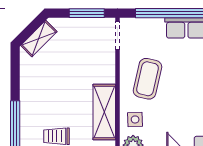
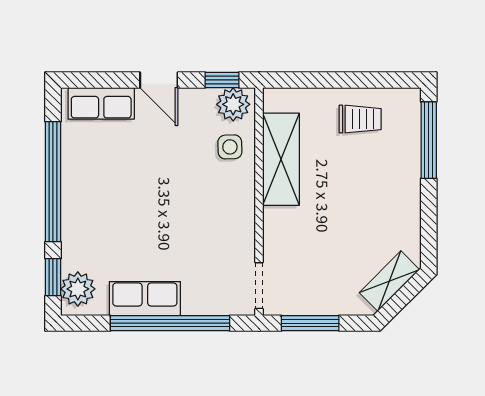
coffee table: (148, 79) -> (209, 214), removed

